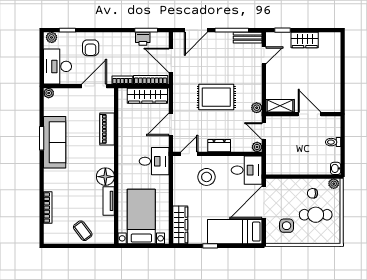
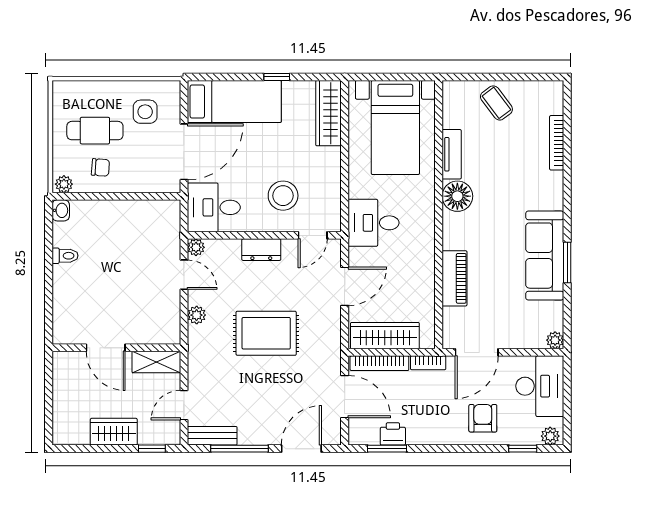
shelving: (280, 106) -> (156, 362), moved
wall: (303, 114) -> (116, 348), moved
door: (309, 114) -> (106, 348), moved

